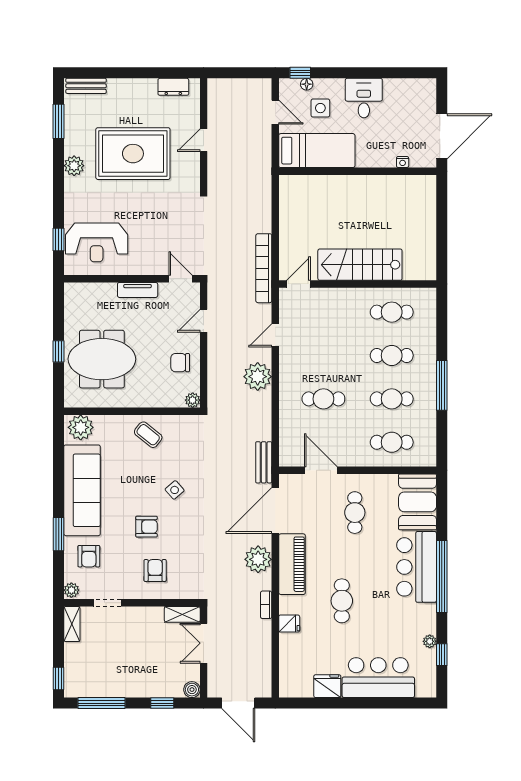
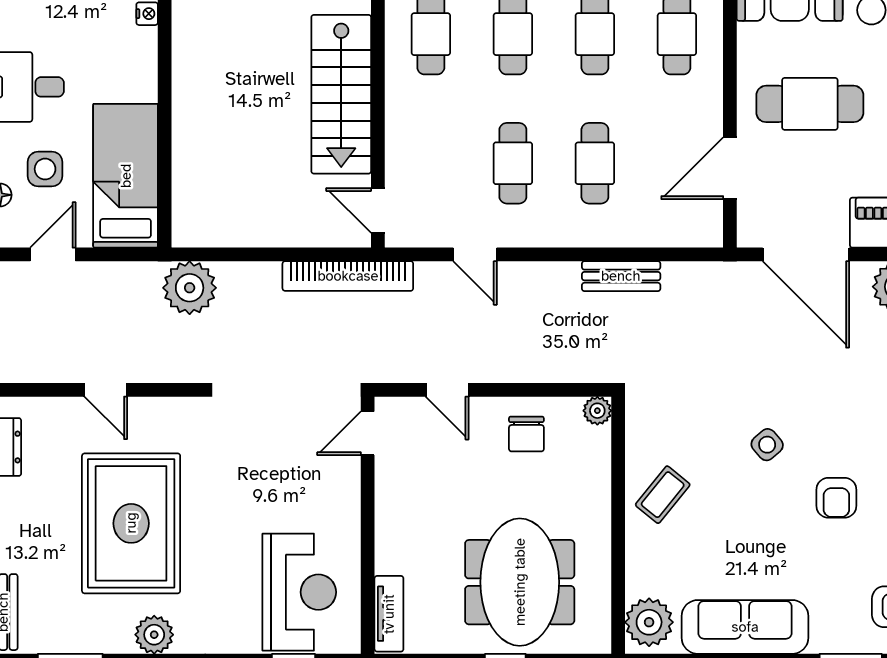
tv unit: (138, 290) -> (389, 614), moved
cafe table: (323, 355) -> (513, 163), added
plant: (258, 377) -> (190, 288), moved
bench: (264, 462) -> (621, 276), moved
sofa: (82, 490) -> (745, 627), width x0.74, depth x0.79
cafe table: (355, 513) -> (810, 104), width x1.37, depth x1.35
armchair: (147, 527) -> (836, 498), turned 180

